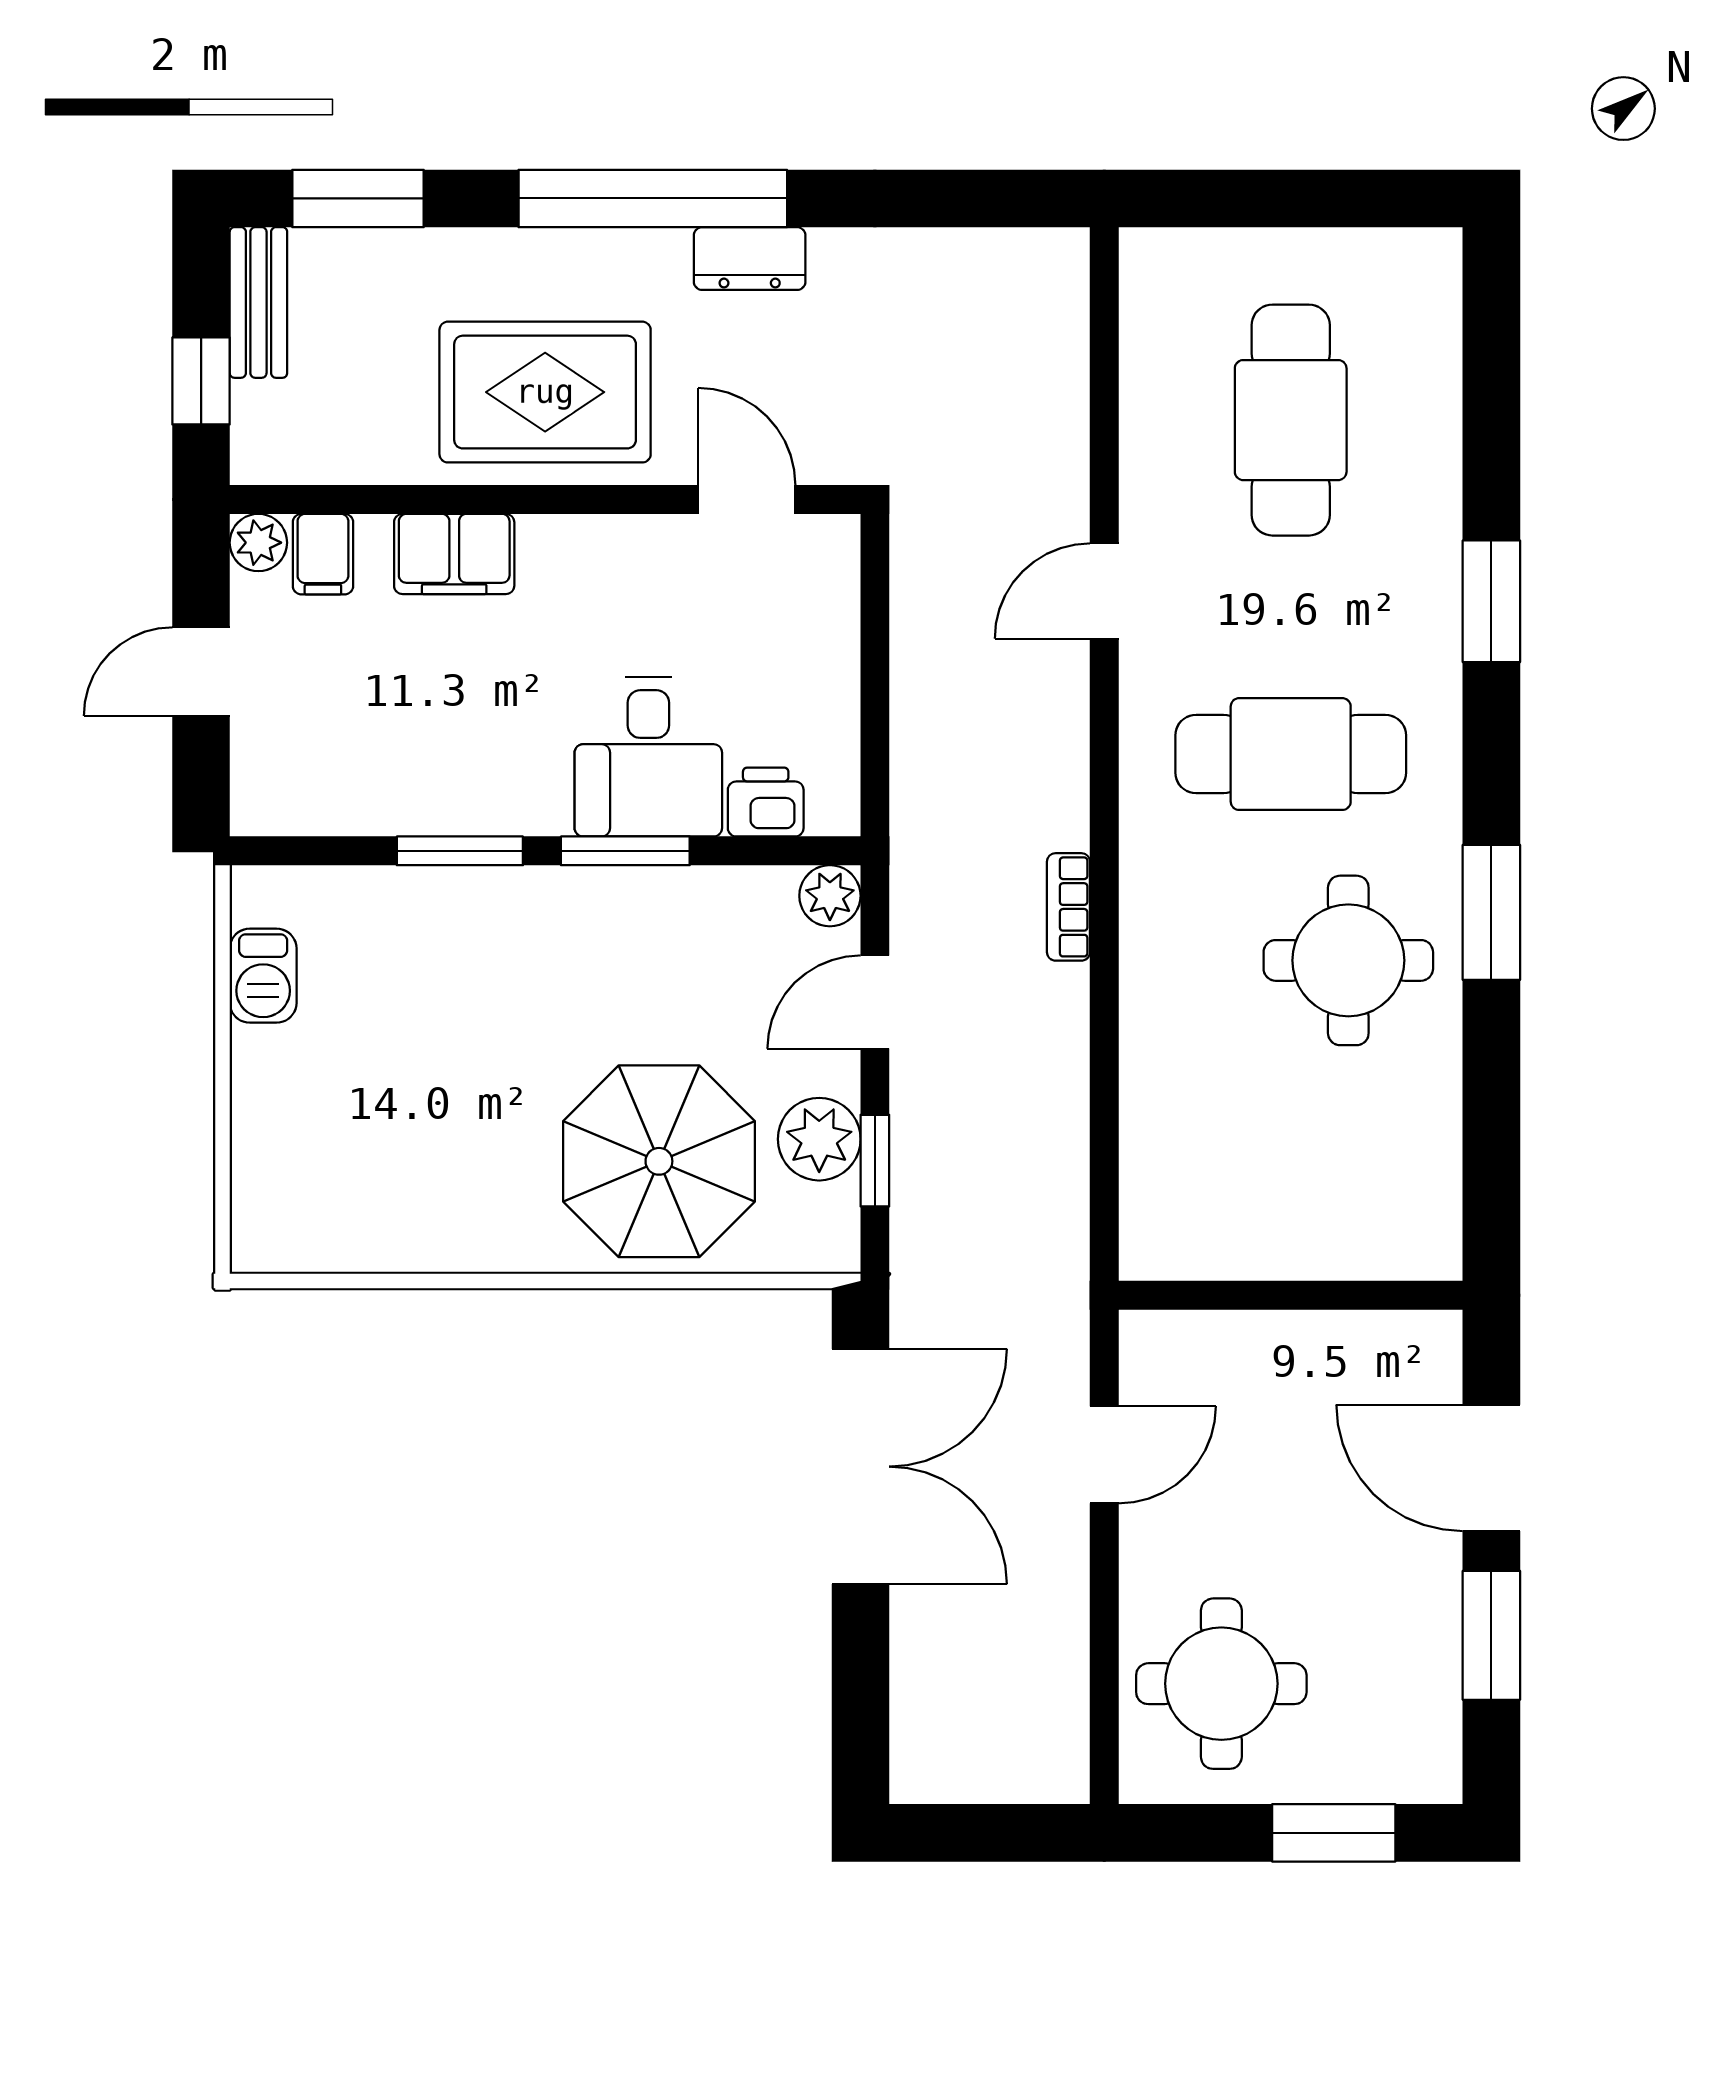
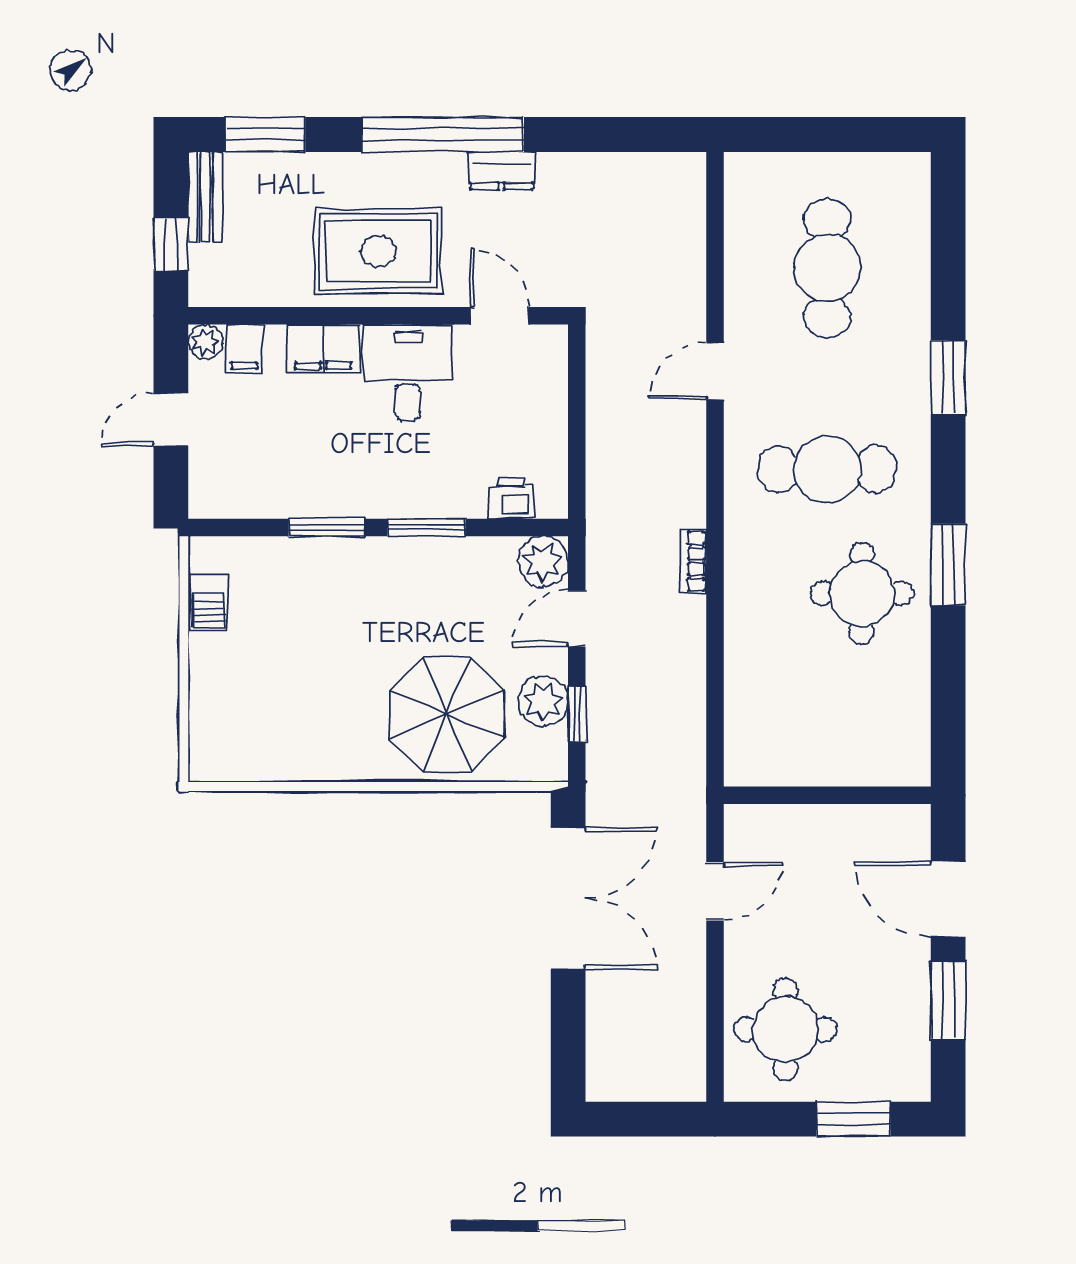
desk: (648, 757) -> (407, 372), moved, turned 180
plant: (830, 896) -> (543, 561), width x1.38, depth x1.38

